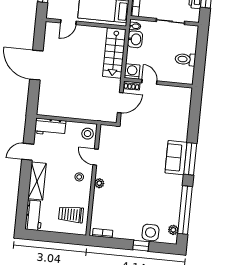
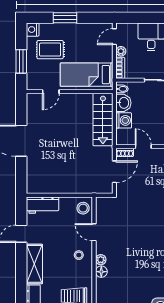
washing machine: (132, 71) -> (124, 120), moved, turned 90
floor lamp: (99, 194) -> (101, 272), added

